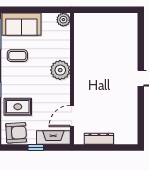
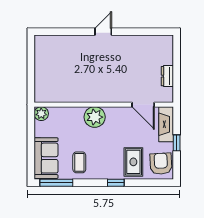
dresser: (99, 139) -> (167, 76), width x0.70

